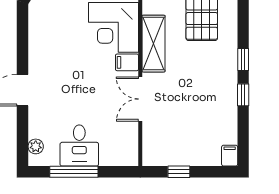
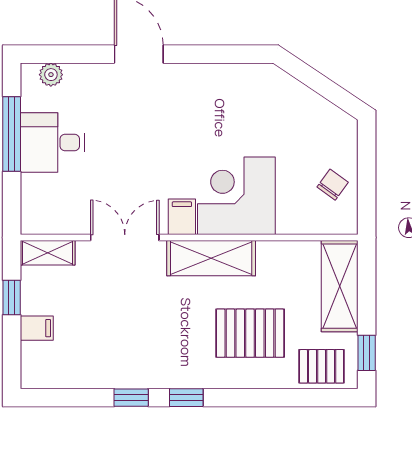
shelving: (150, 149) -> (48, 253), added
filing cabinet: (230, 156) -> (37, 328), moved

